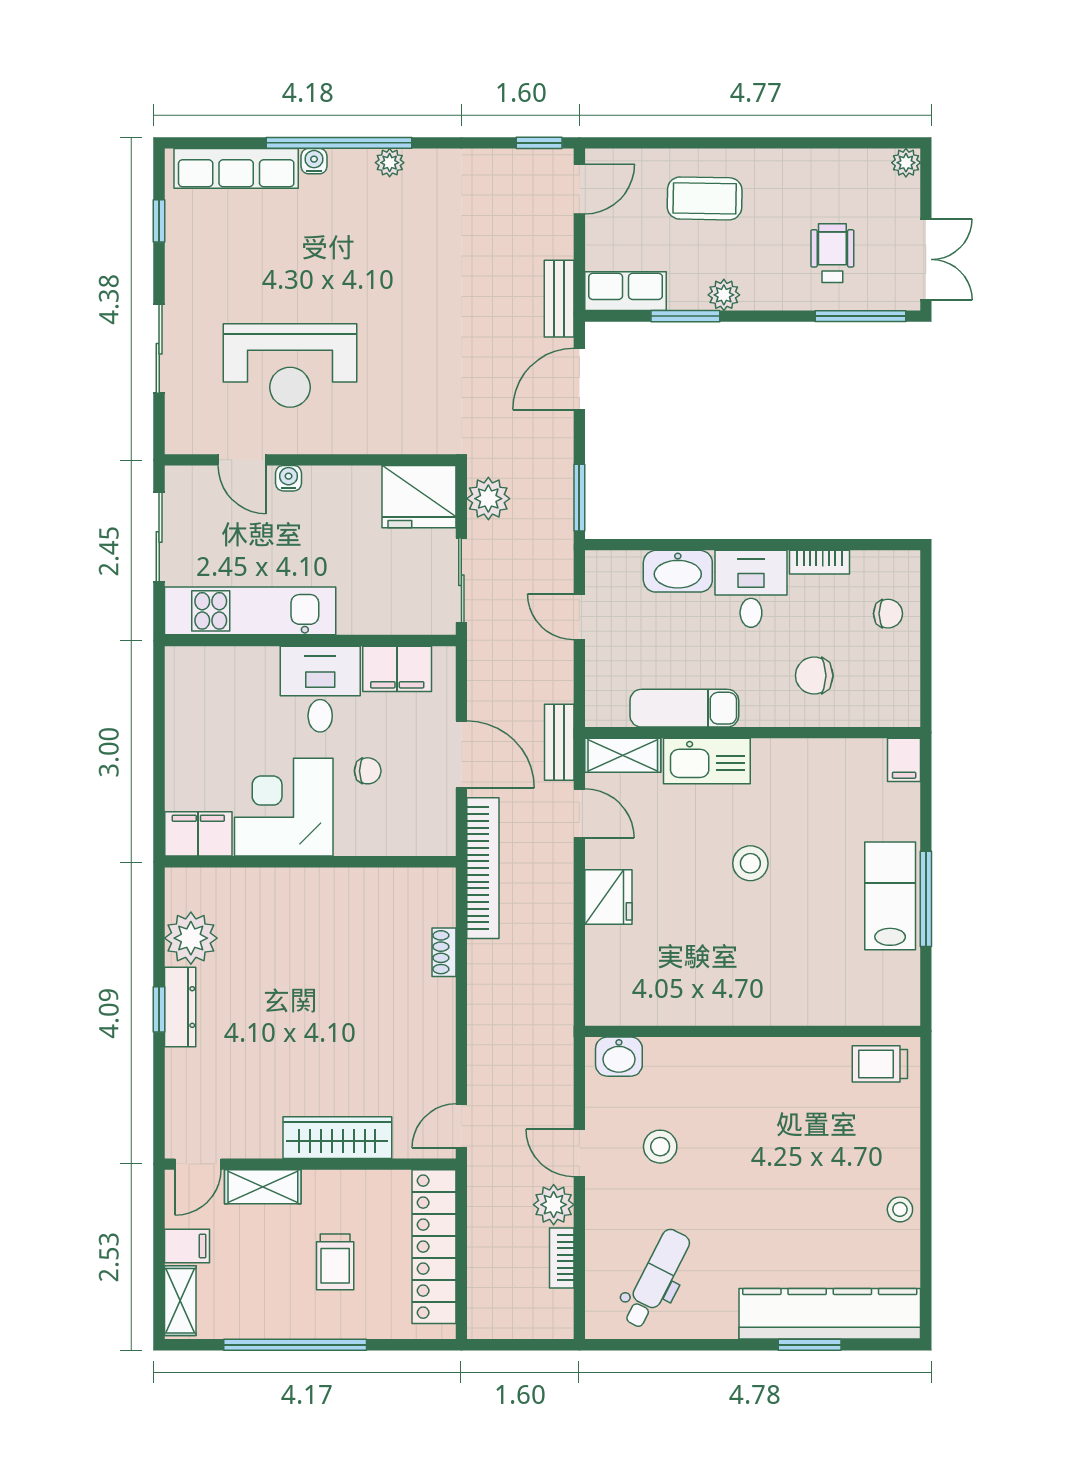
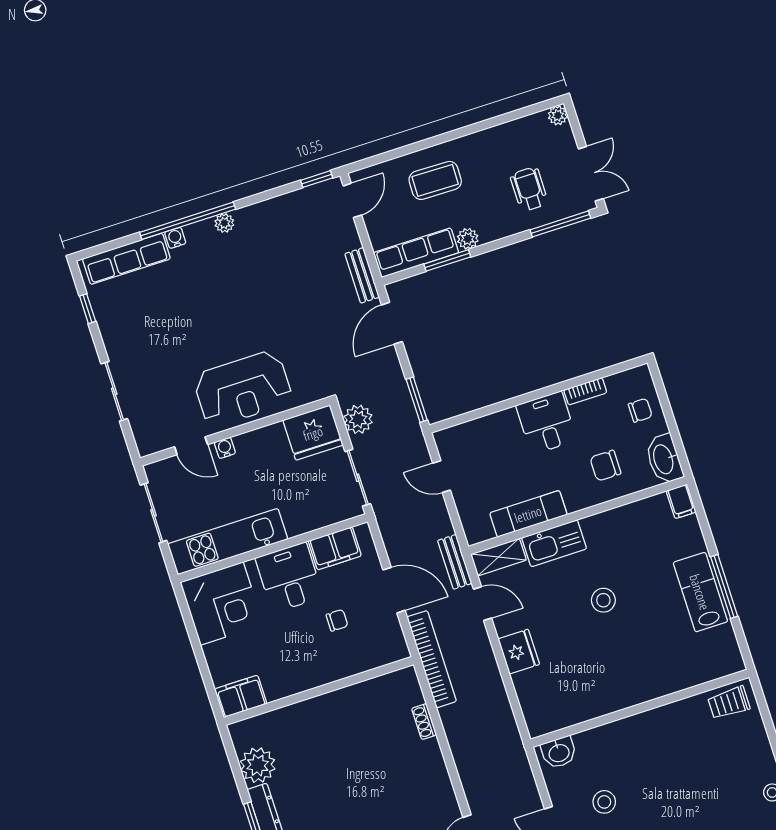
row of seats: (626, 291) -> (416, 253), width x1.48
reception desk: (290, 365) -> (243, 389), moved
washbasin: (678, 571) -> (664, 459), moved, turned 90
corner desk: (284, 807) -> (222, 604), moved, turned 180

